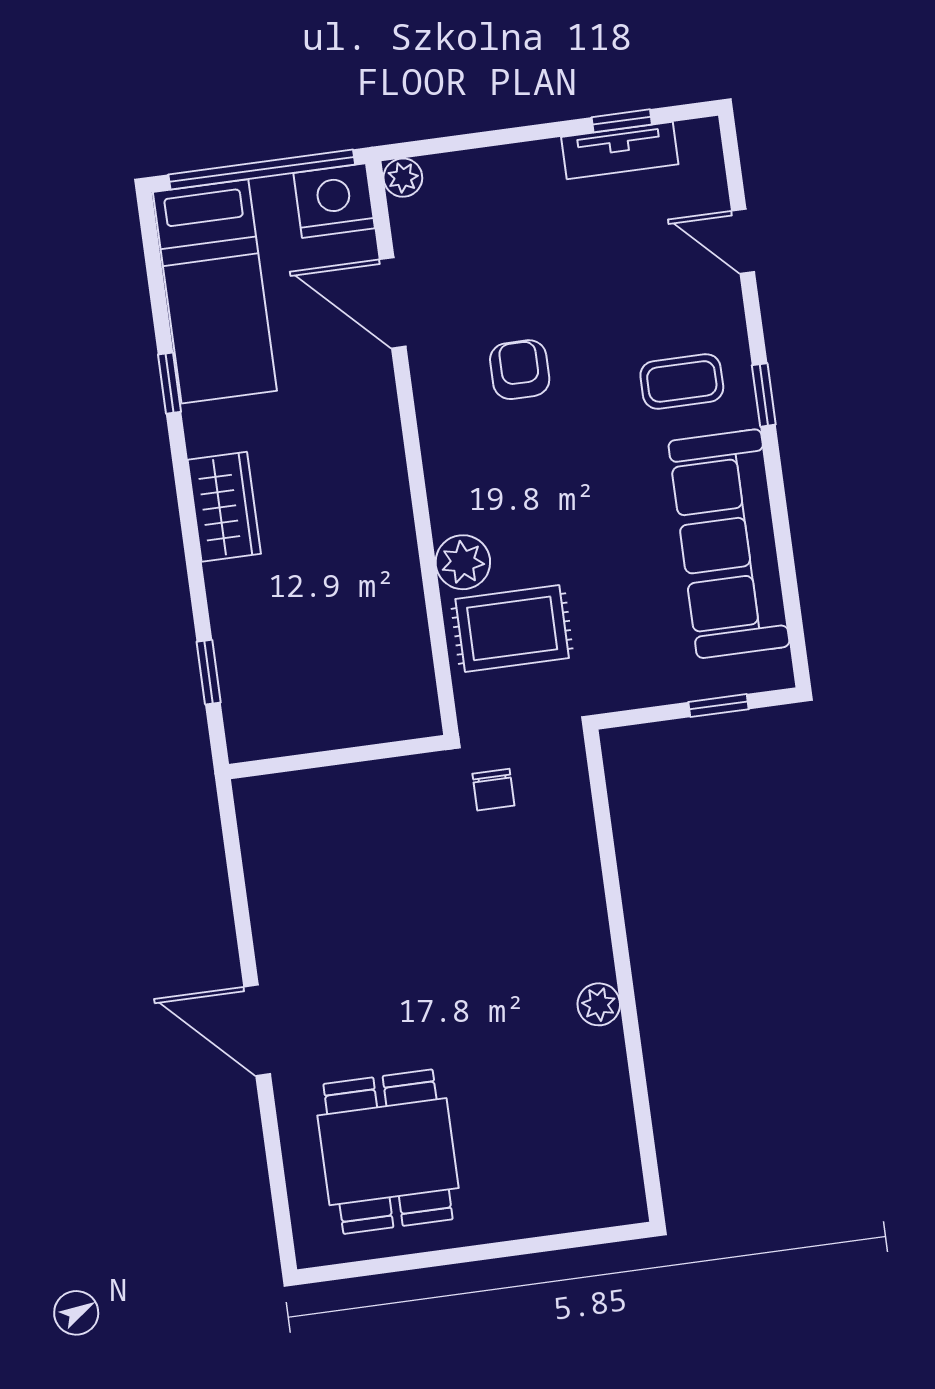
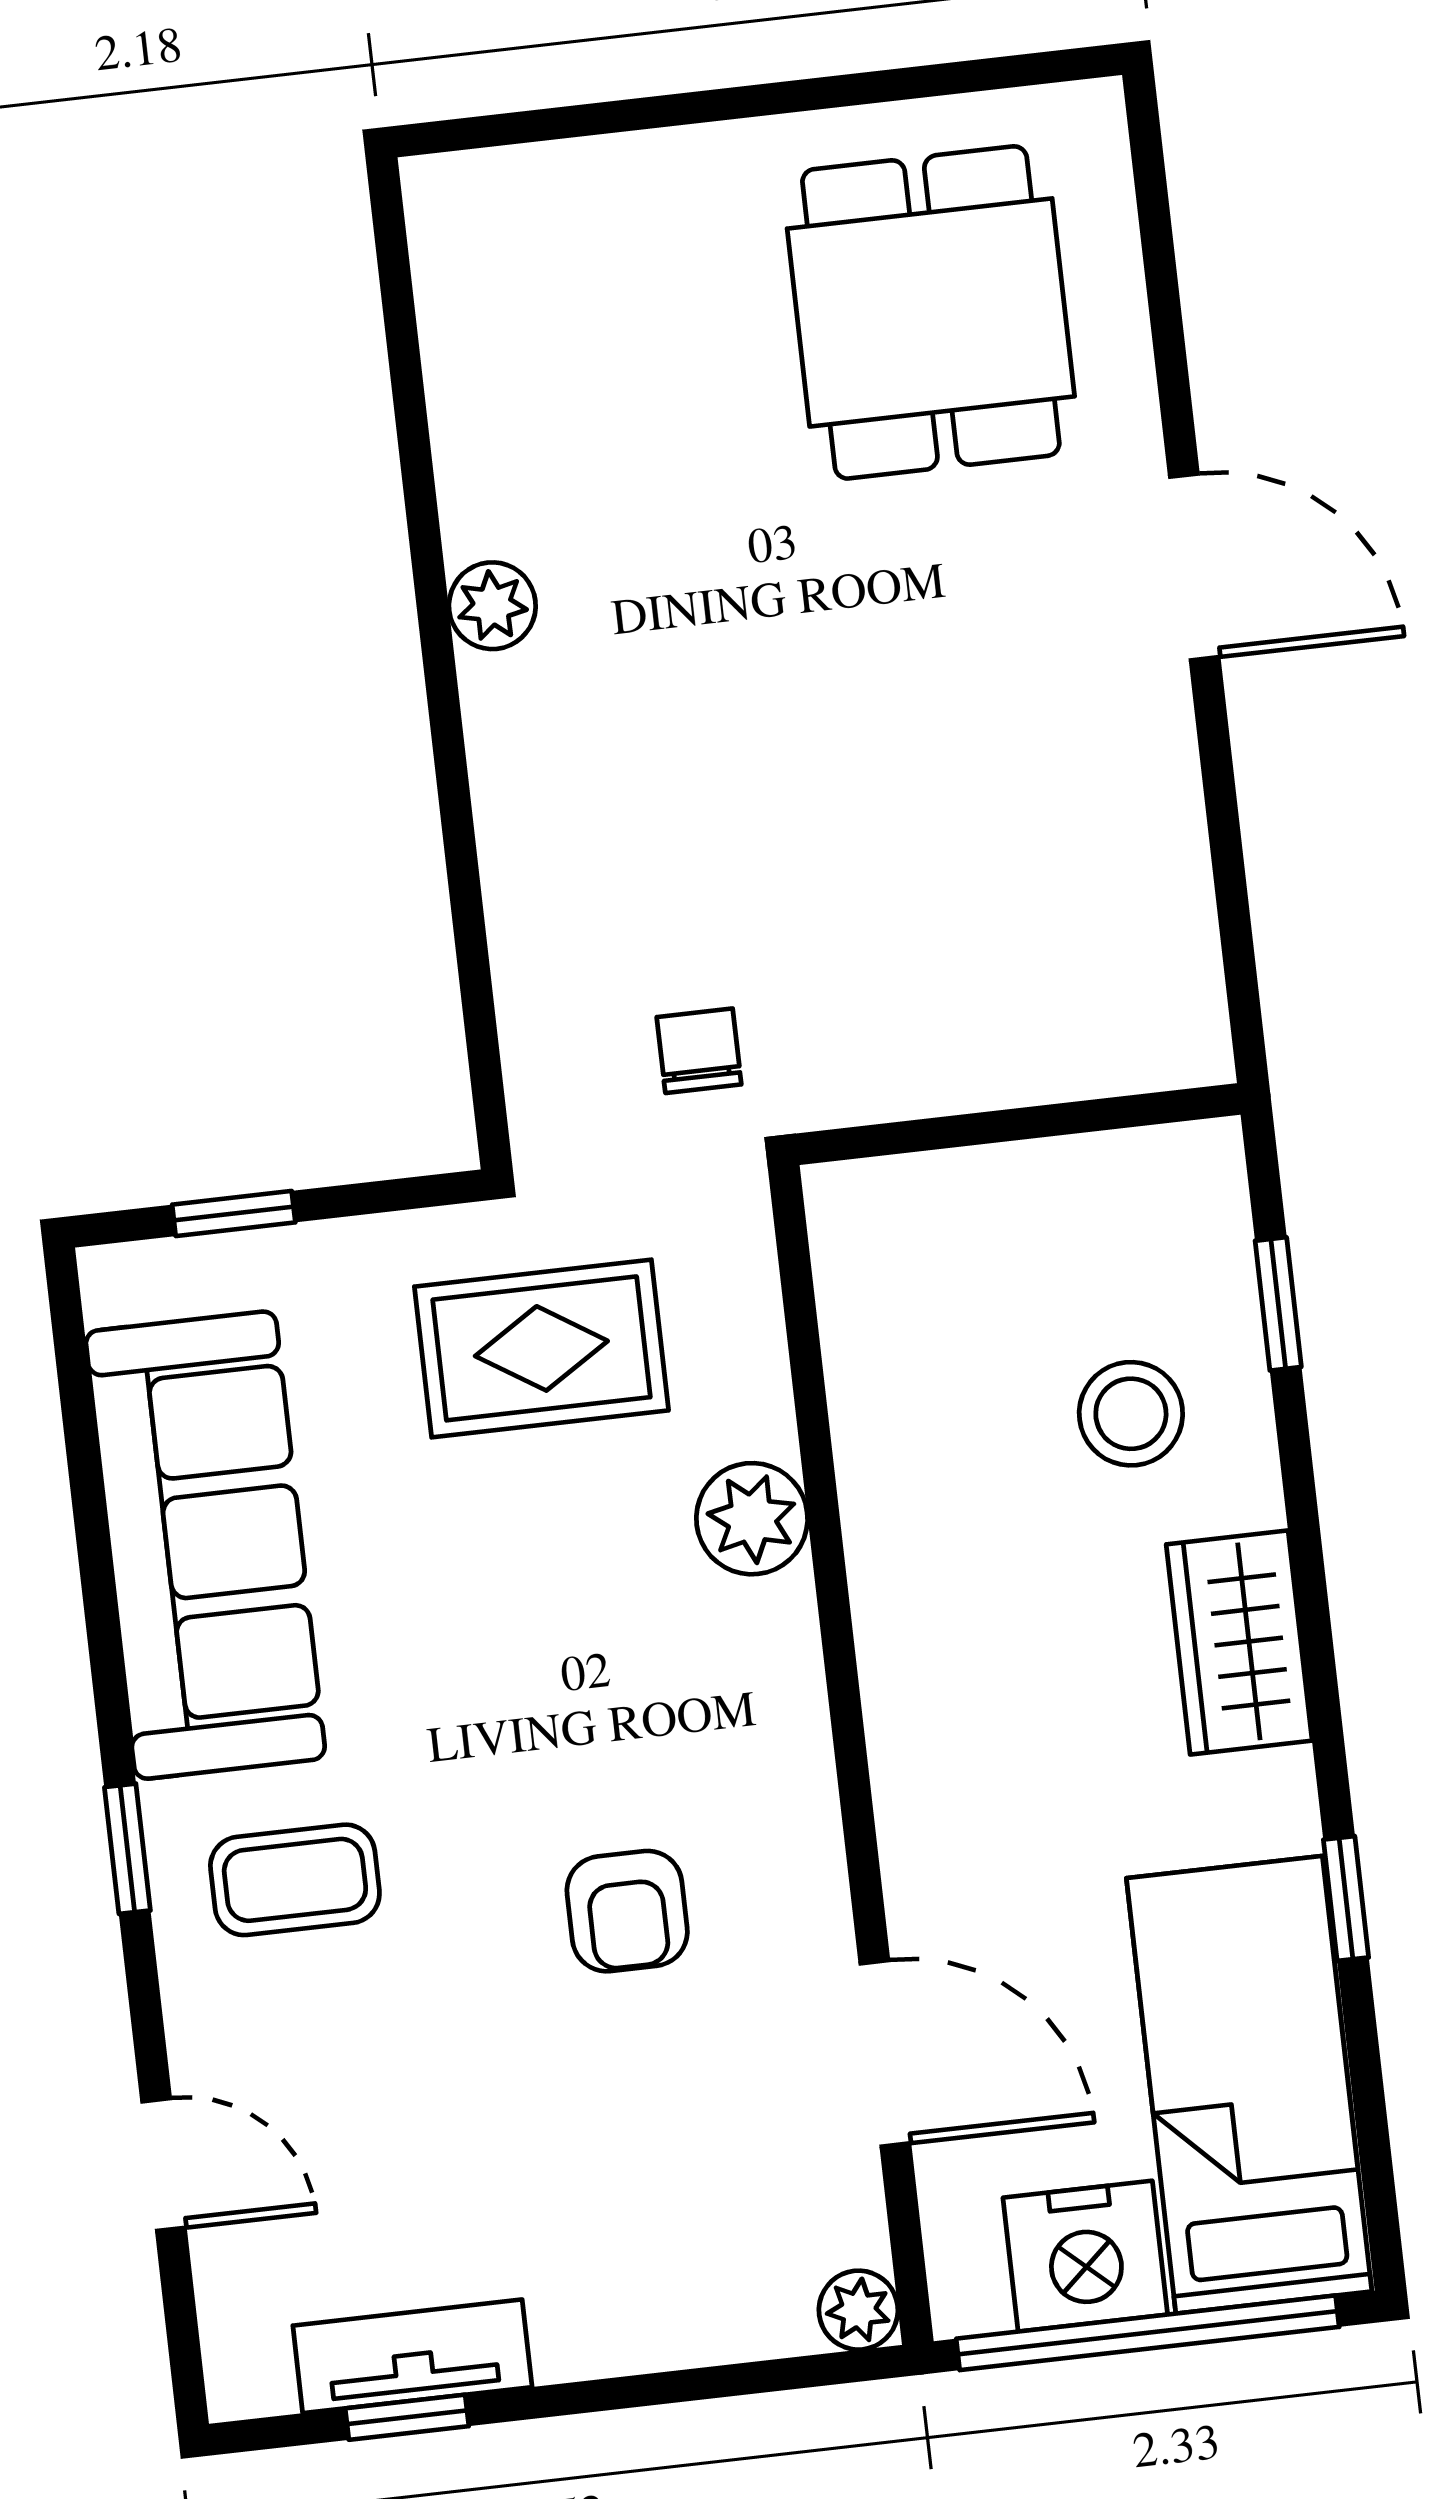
nightstand: (334, 201) -> (1085, 2256), moved
stool: (279, 617) -> (1131, 1414), added
rug: (512, 628) -> (541, 1348), moved

